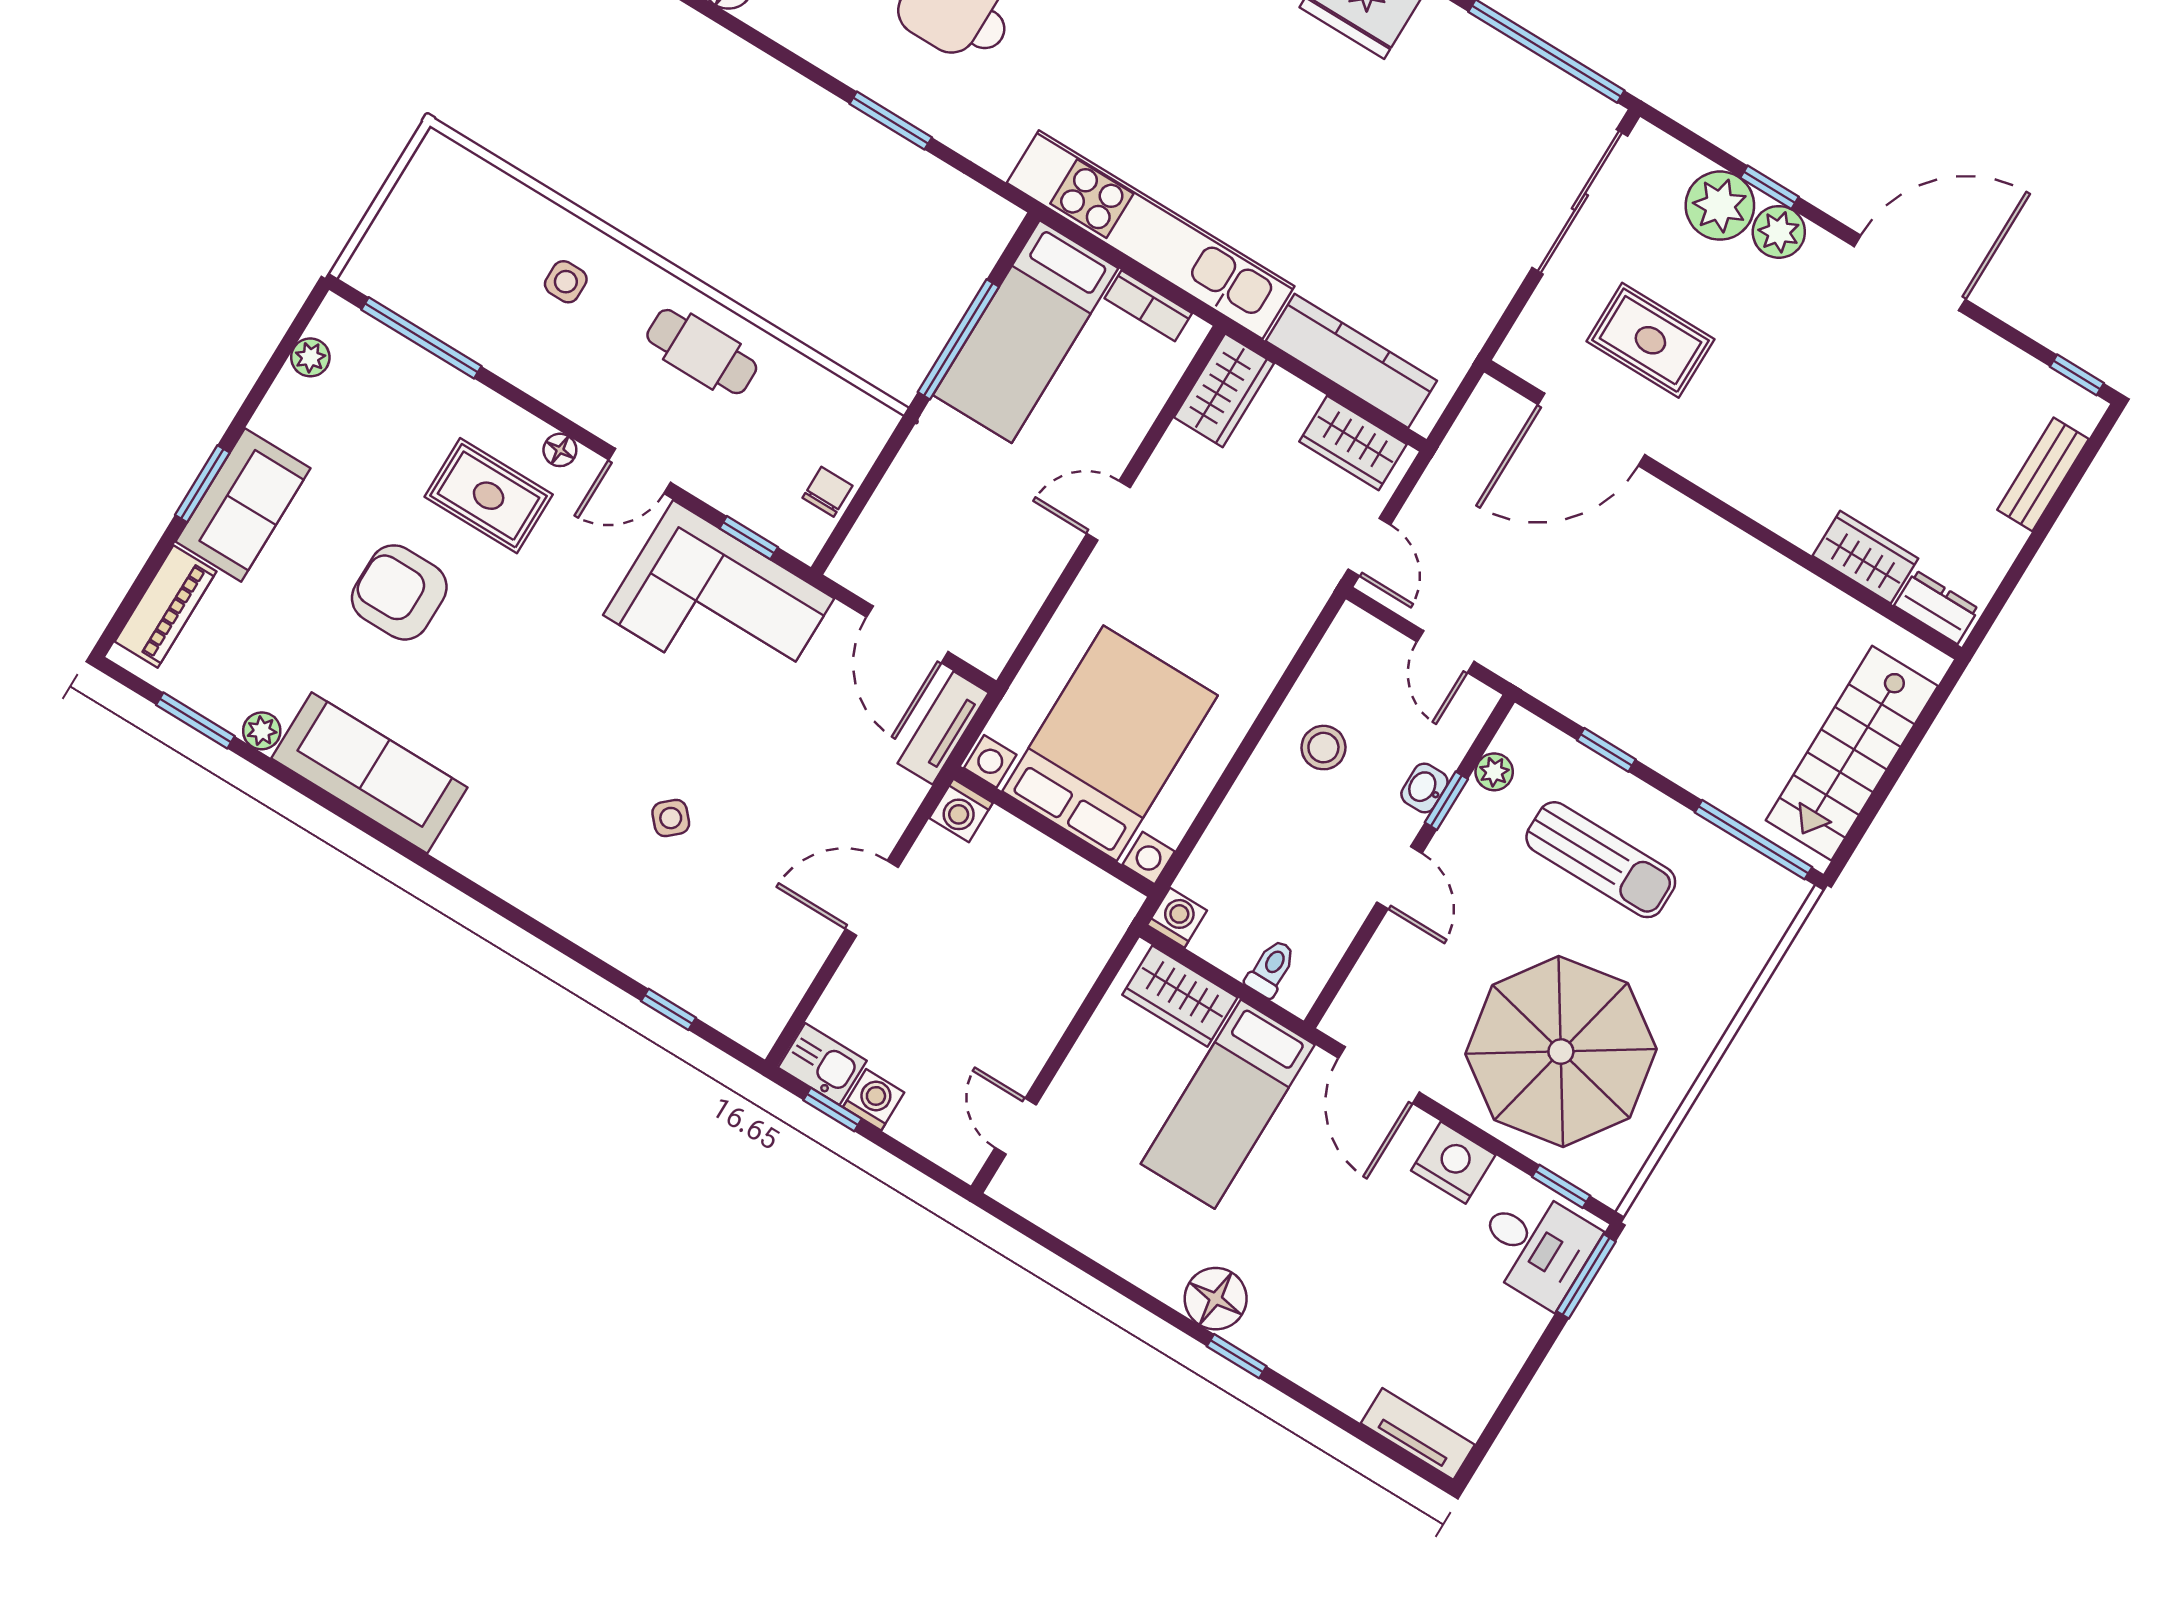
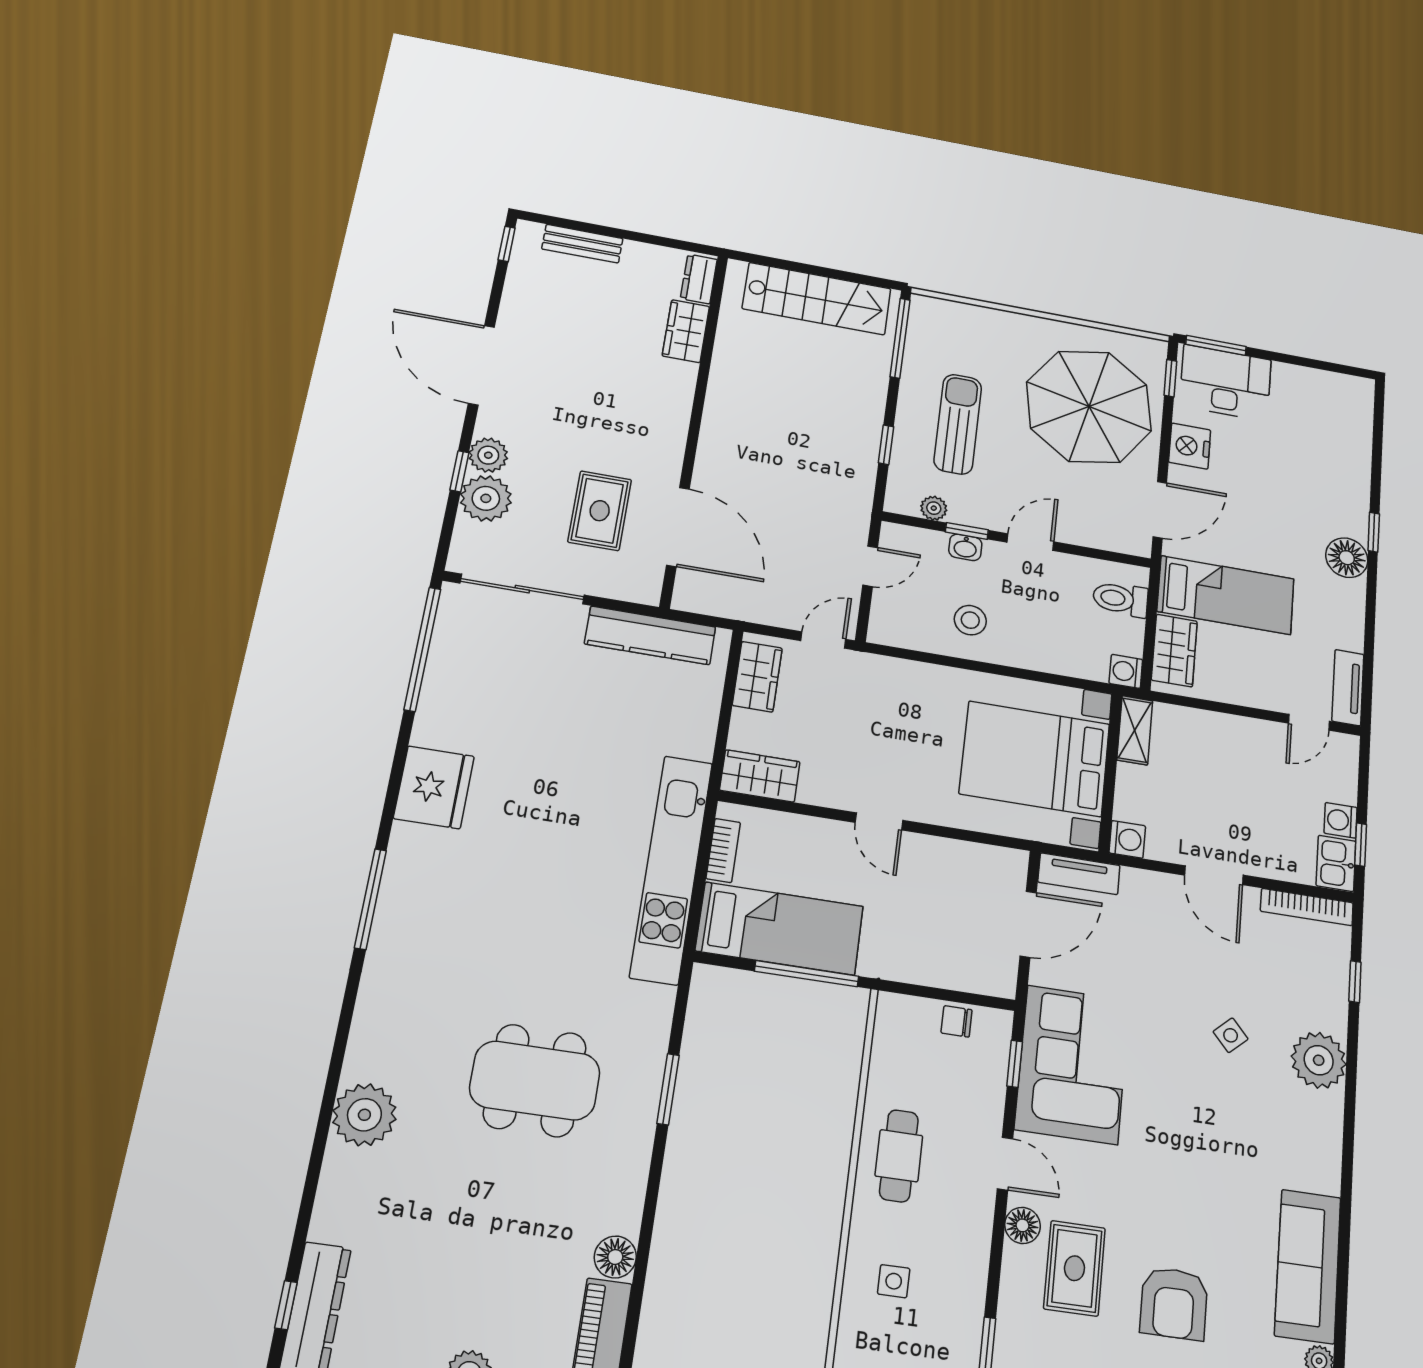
kitchen counter: (1351, 361) -> (650, 635), moved, turned -90
floor lamp: (560, 450) -> (1023, 1225), width x1.37, depth x1.37
shelving: (1096, 890) -> (1135, 730), added
plant: (595, 912) -> (1319, 1060), added
toilet: (1271, 968) -> (1120, 599), width x1.37, depth x1.39
bookcase: (784, 997) -> (1307, 907), added
desk: (1536, 1246) -> (1225, 383), width x1.37
tv unit: (1418, 1434) -> (1348, 688), moved

